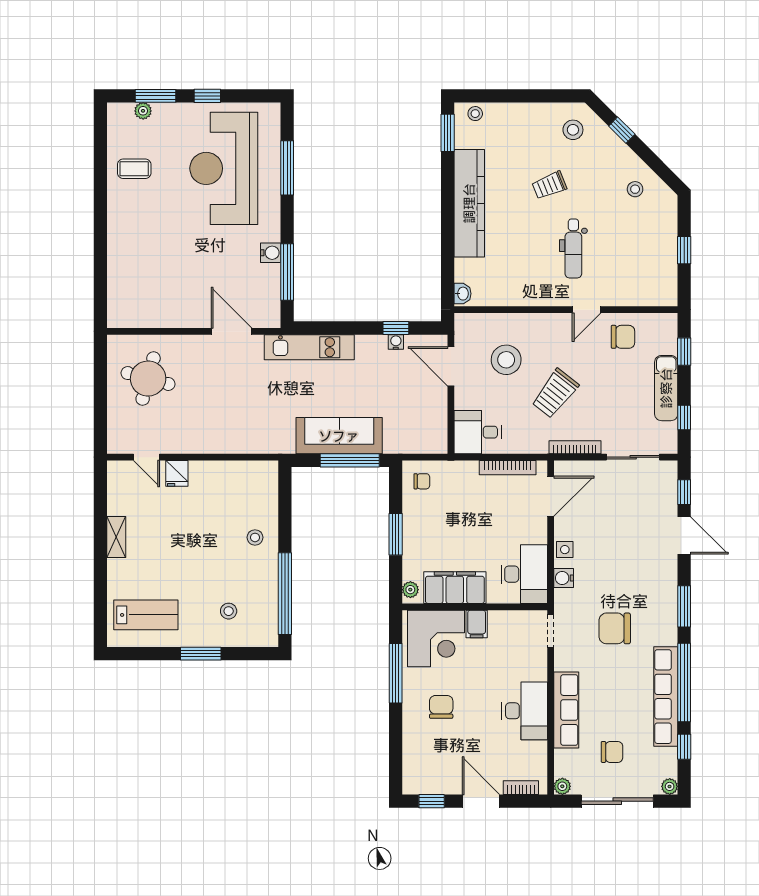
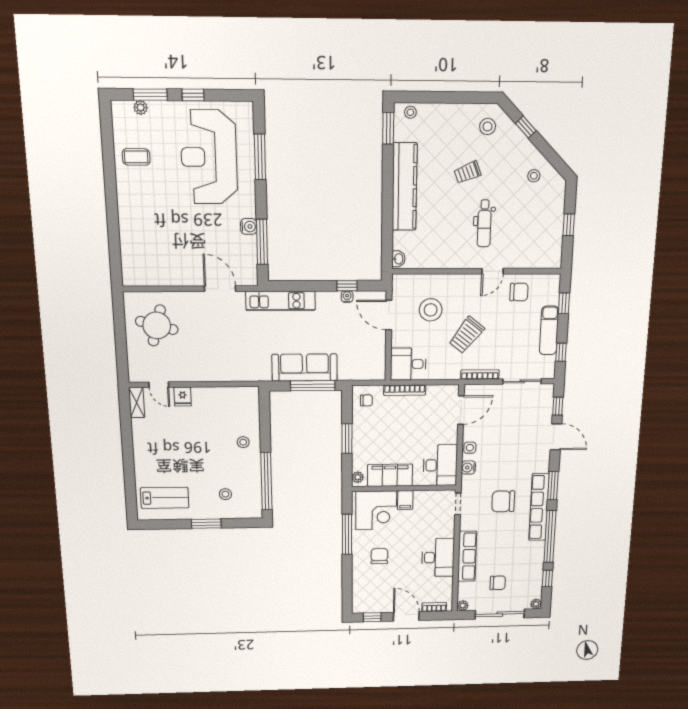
bookcase: (508, 468) -> (405, 390), moved
shelving: (116, 537) -> (137, 403), moved
row of seats: (666, 697) -> (539, 507), moved

